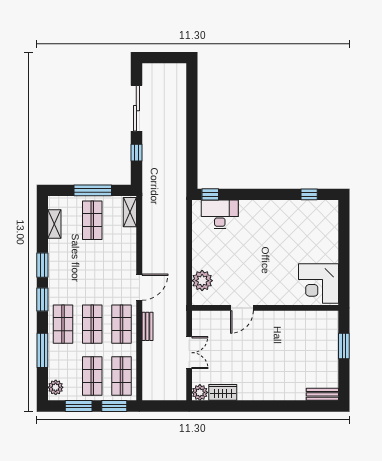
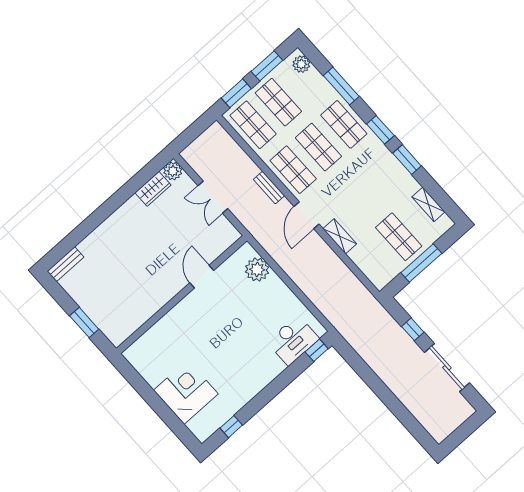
shelving: (130, 212) -> (340, 236), moved
corner desk: (319, 284) -> (186, 392), moved

